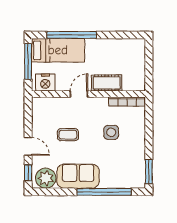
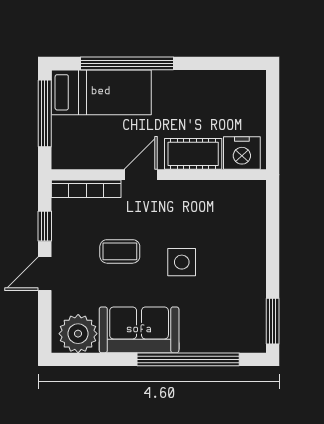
nightstand: (45, 83) -> (242, 153), moved
bookcase: (127, 101) -> (86, 189), moved
side table: (111, 132) -> (182, 262), moved
door: (28, 146) -> (45, 274), swing flipped
window: (28, 173) -> (45, 226), moved

